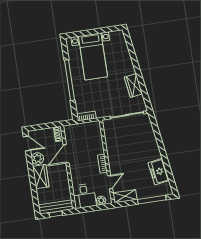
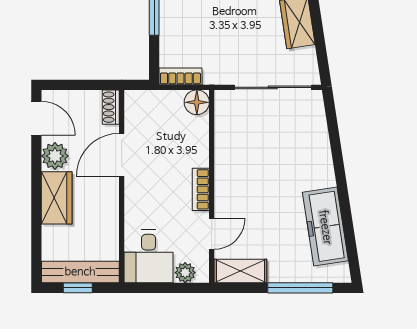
floor lamp: (95, 126) -> (197, 102), added
freezer: (159, 172) -> (325, 227), width x1.40

